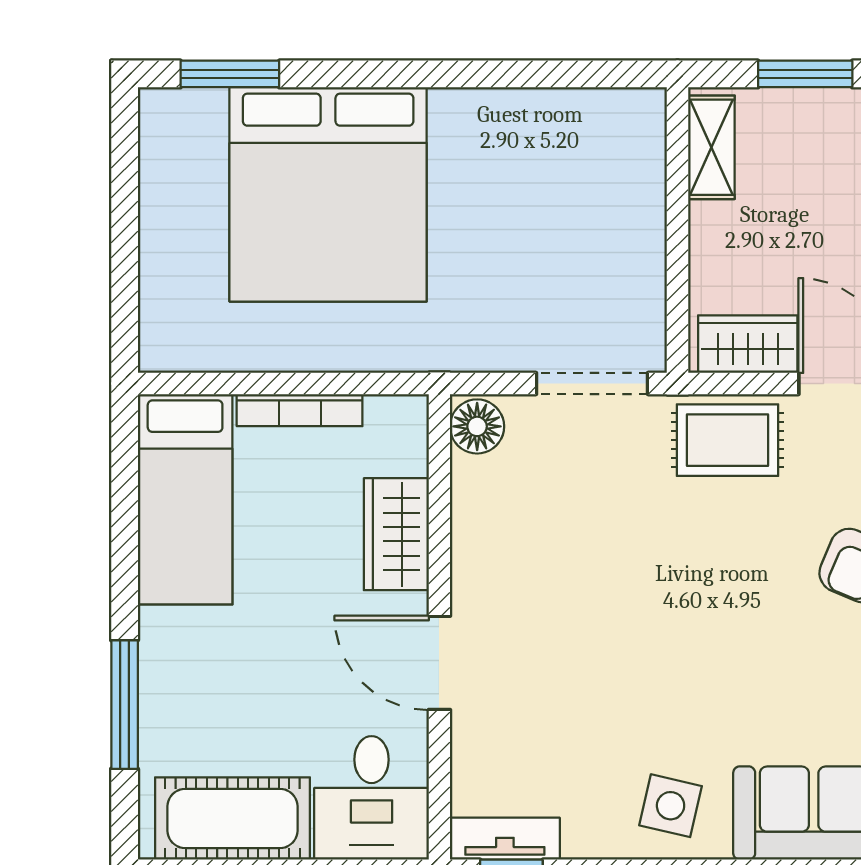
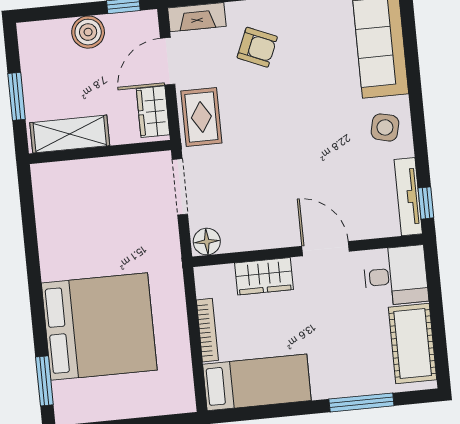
shelving: (711, 147) -> (70, 134), width x1.50, depth x1.33
door: (439, 663) -> (326, 249), swing flipped
tv unit: (505, 839) -> (408, 197), width x1.41

